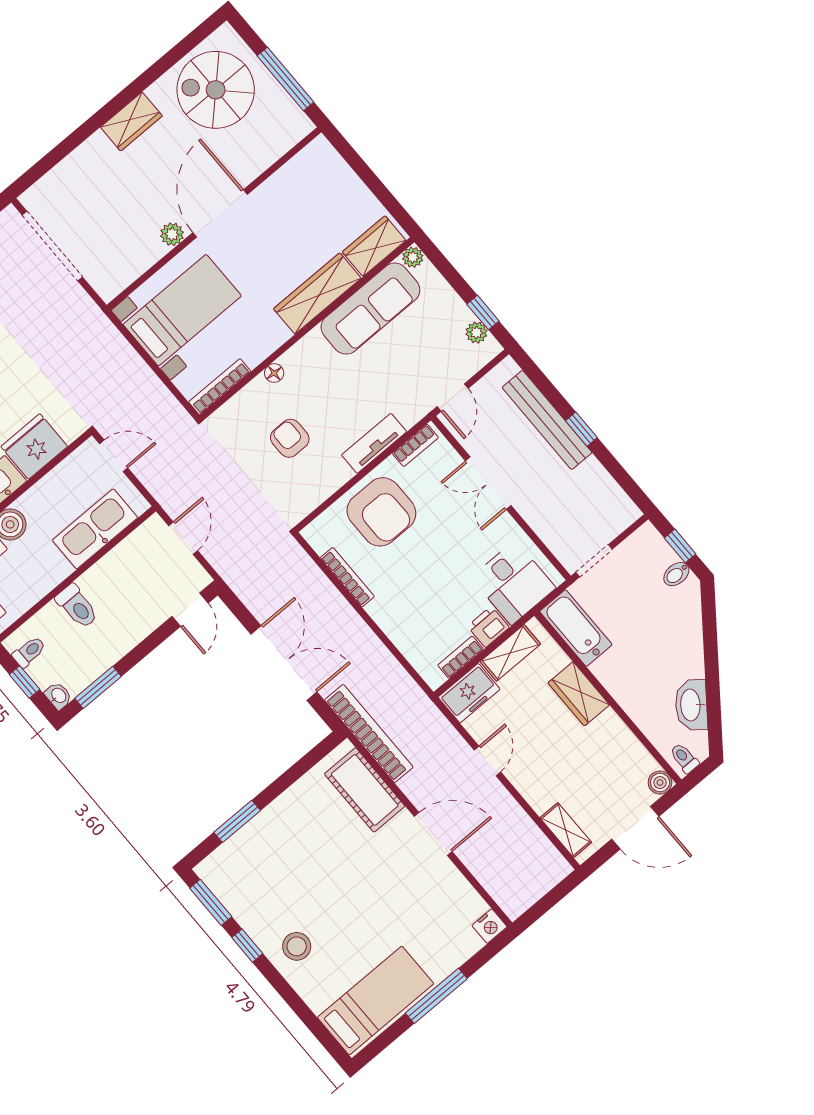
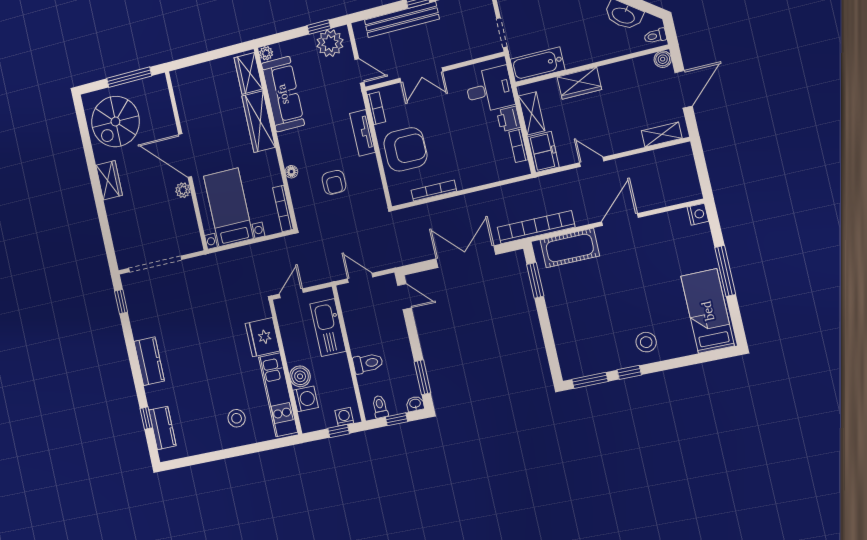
plant: (476, 333) -> (330, 43), width x1.88, depth x1.88
armchair: (290, 438) -> (334, 182), turned -90
window: (237, 821) -> (535, 280), moved

